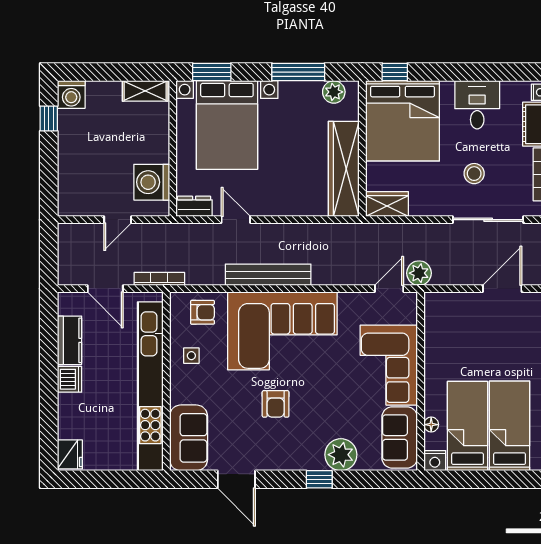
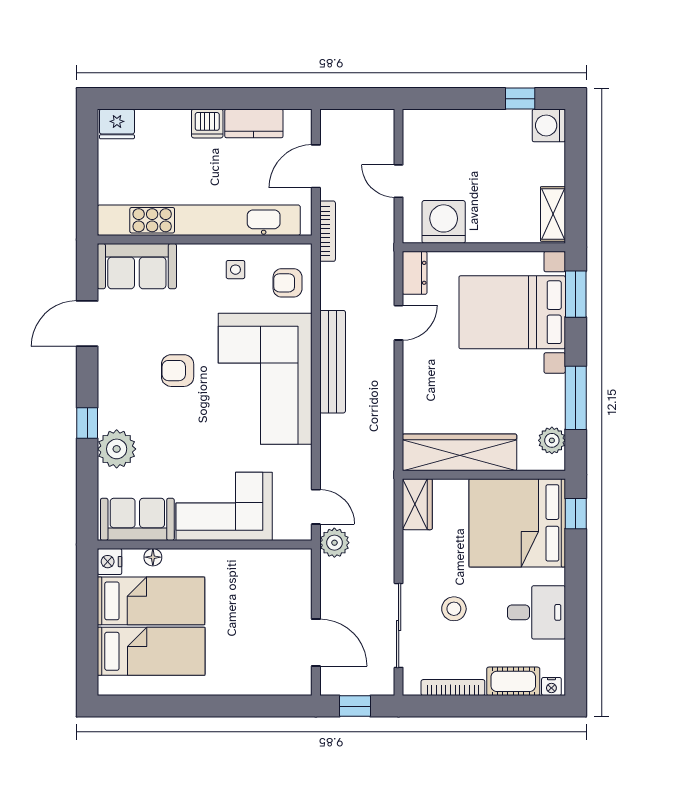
armchair: (202, 312) -> (288, 283), turned 90

